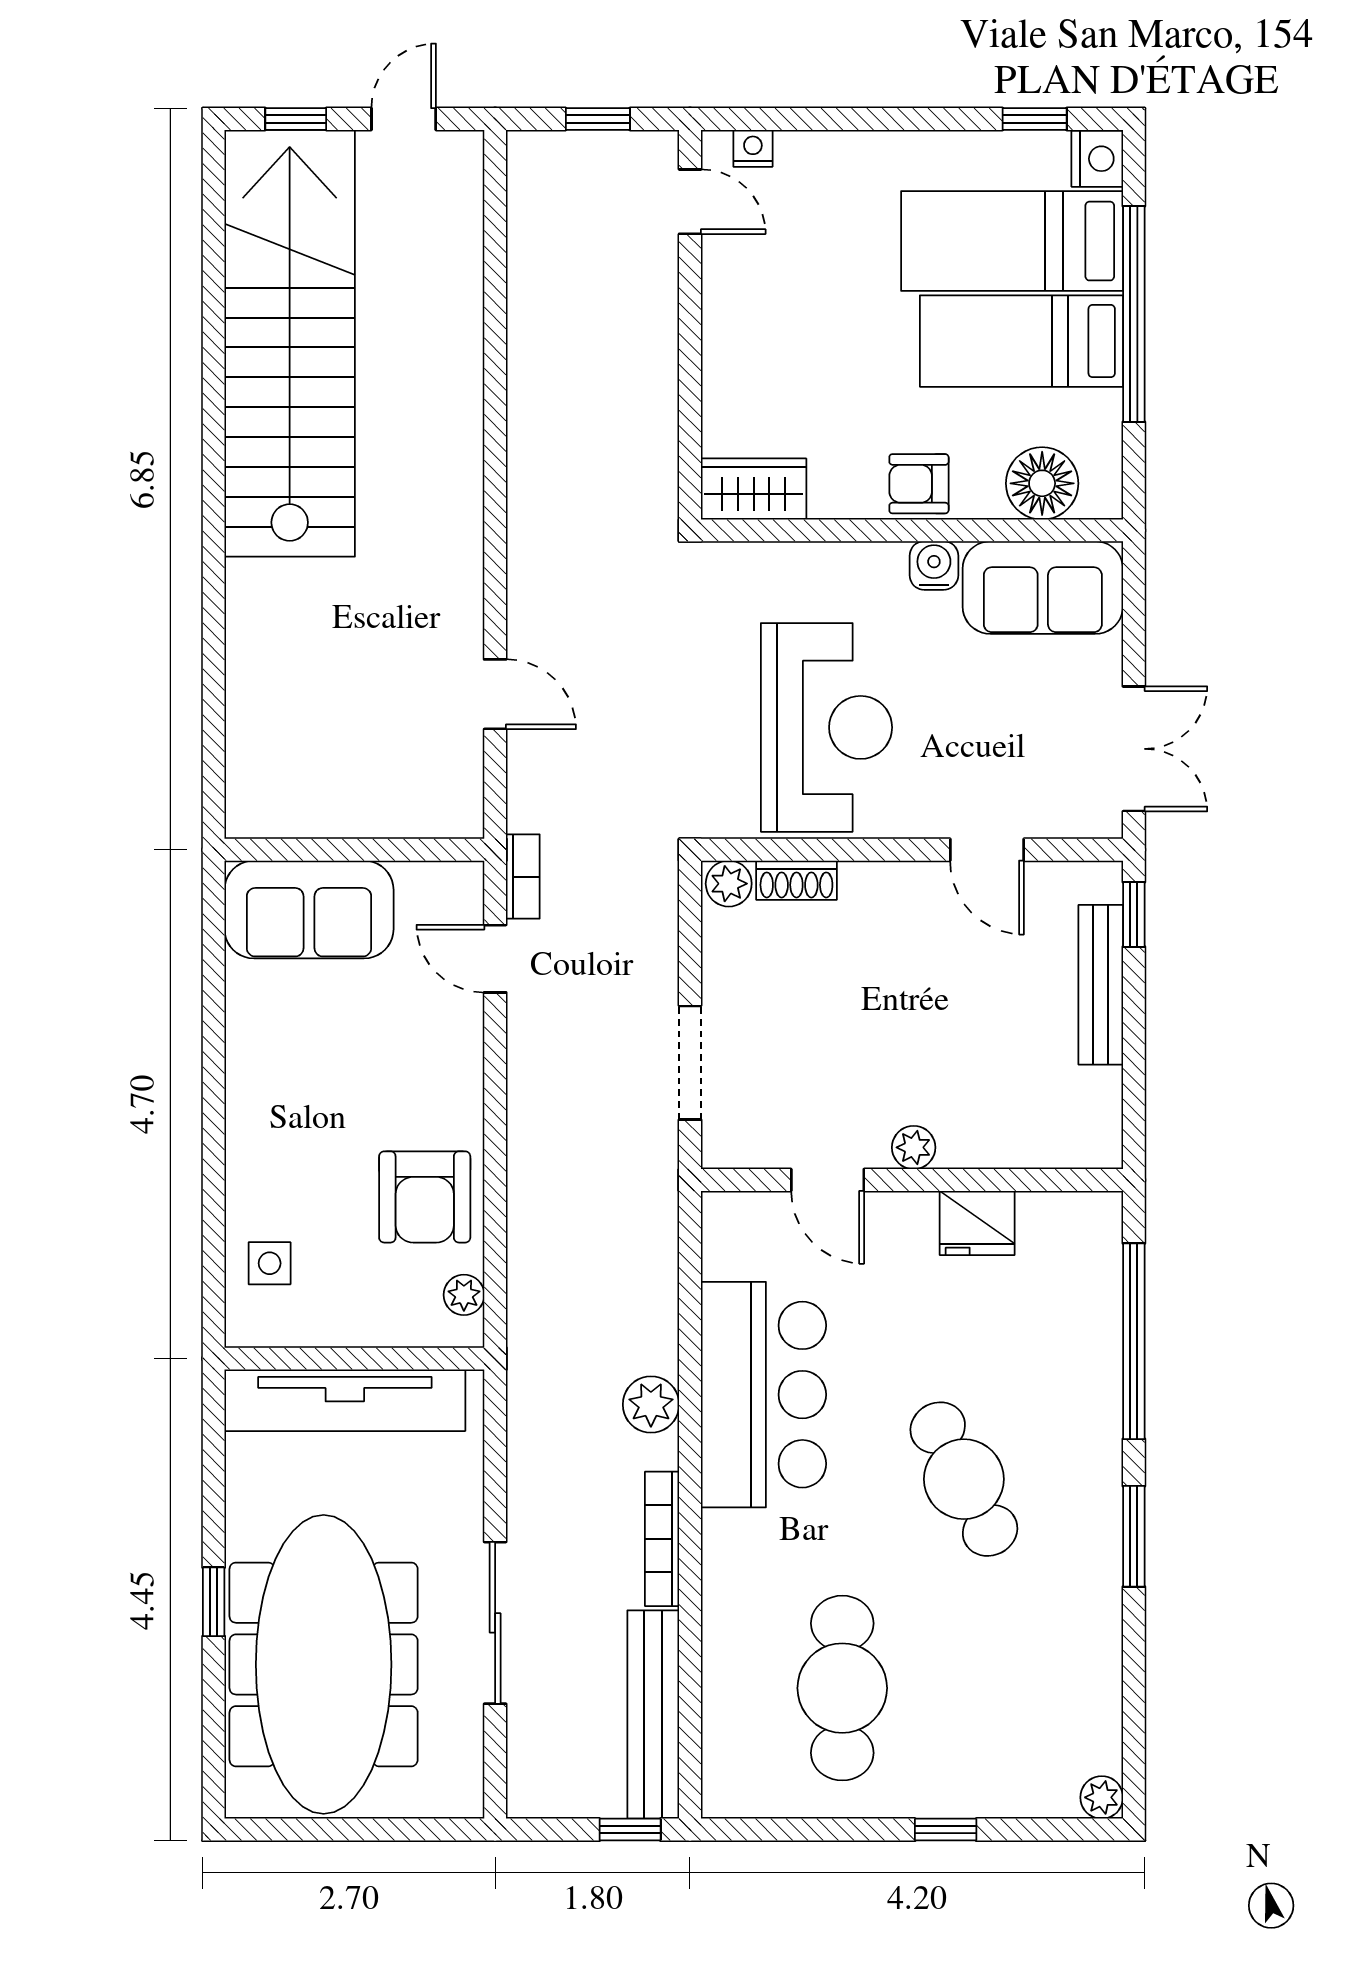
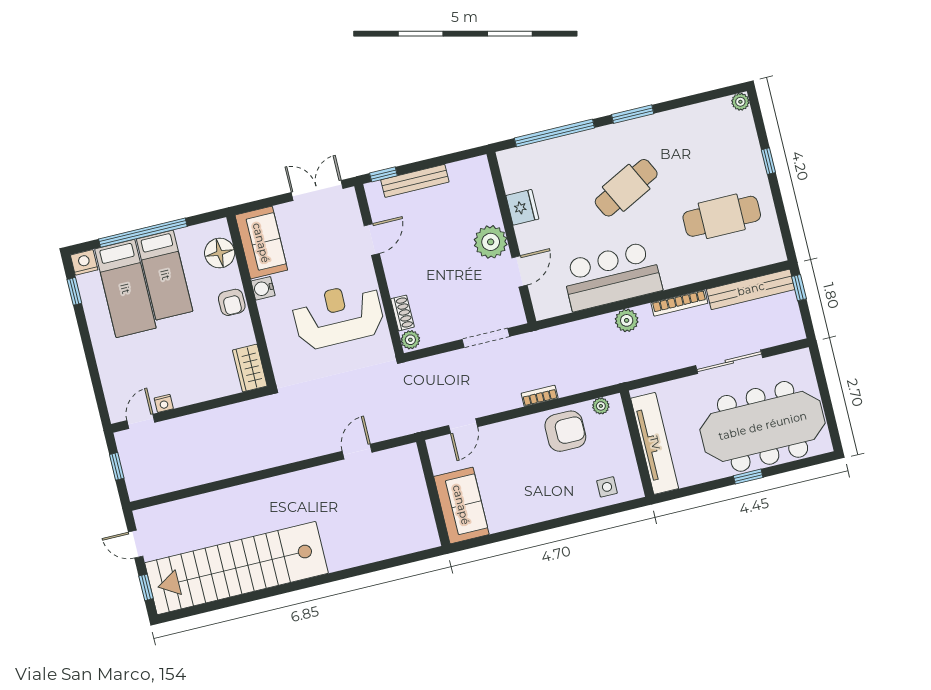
nightstand: (753, 148) -> (164, 403), moved, turned -90
bookcase: (523, 877) -> (540, 396), moved
plant: (914, 1147) -> (491, 242), width x1.88, depth x1.88

